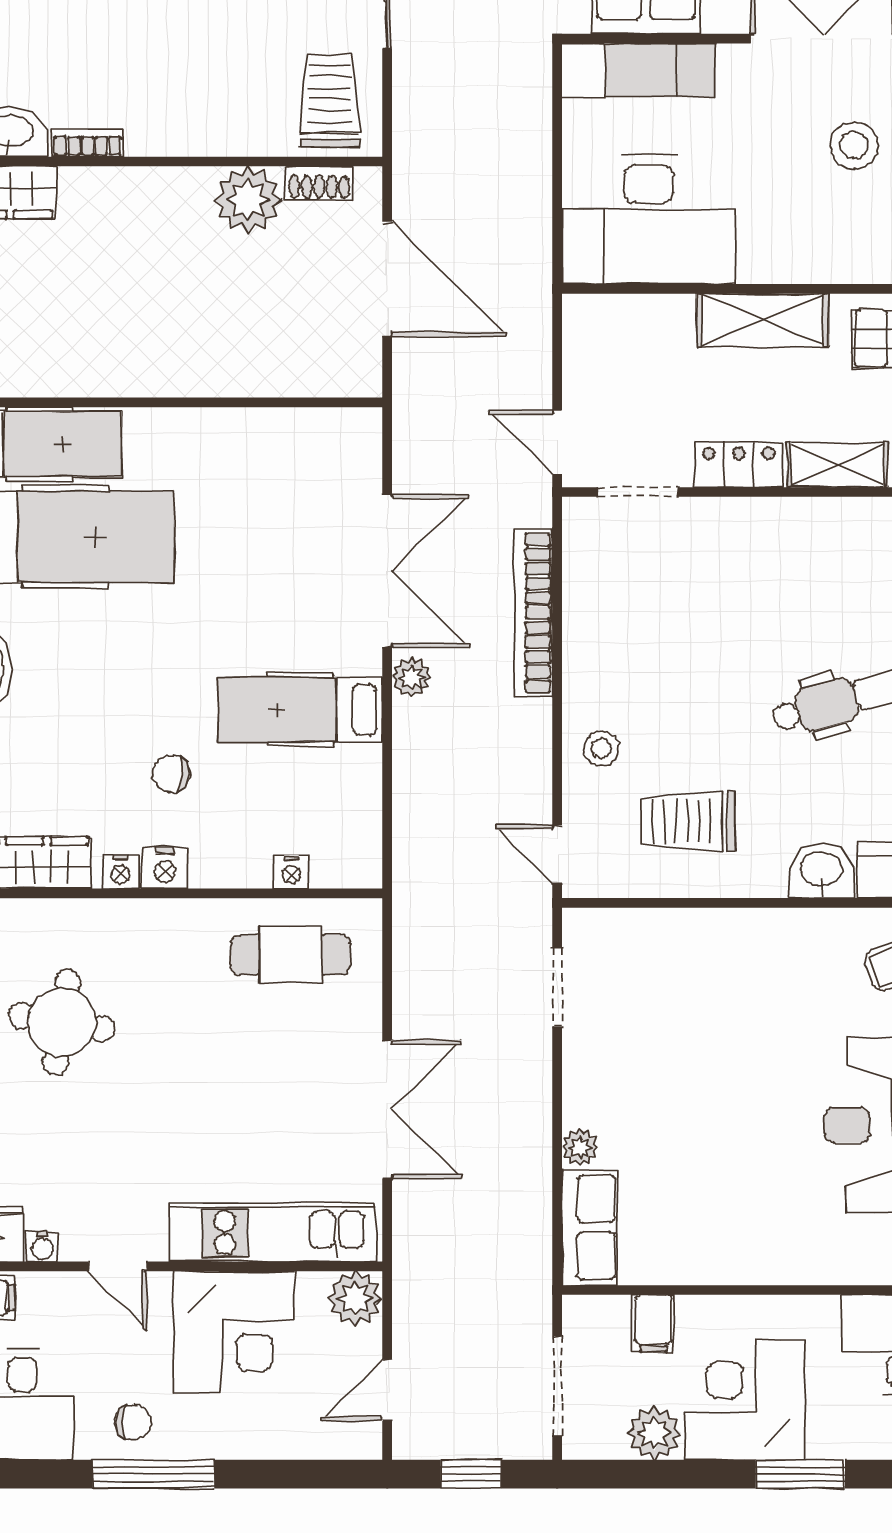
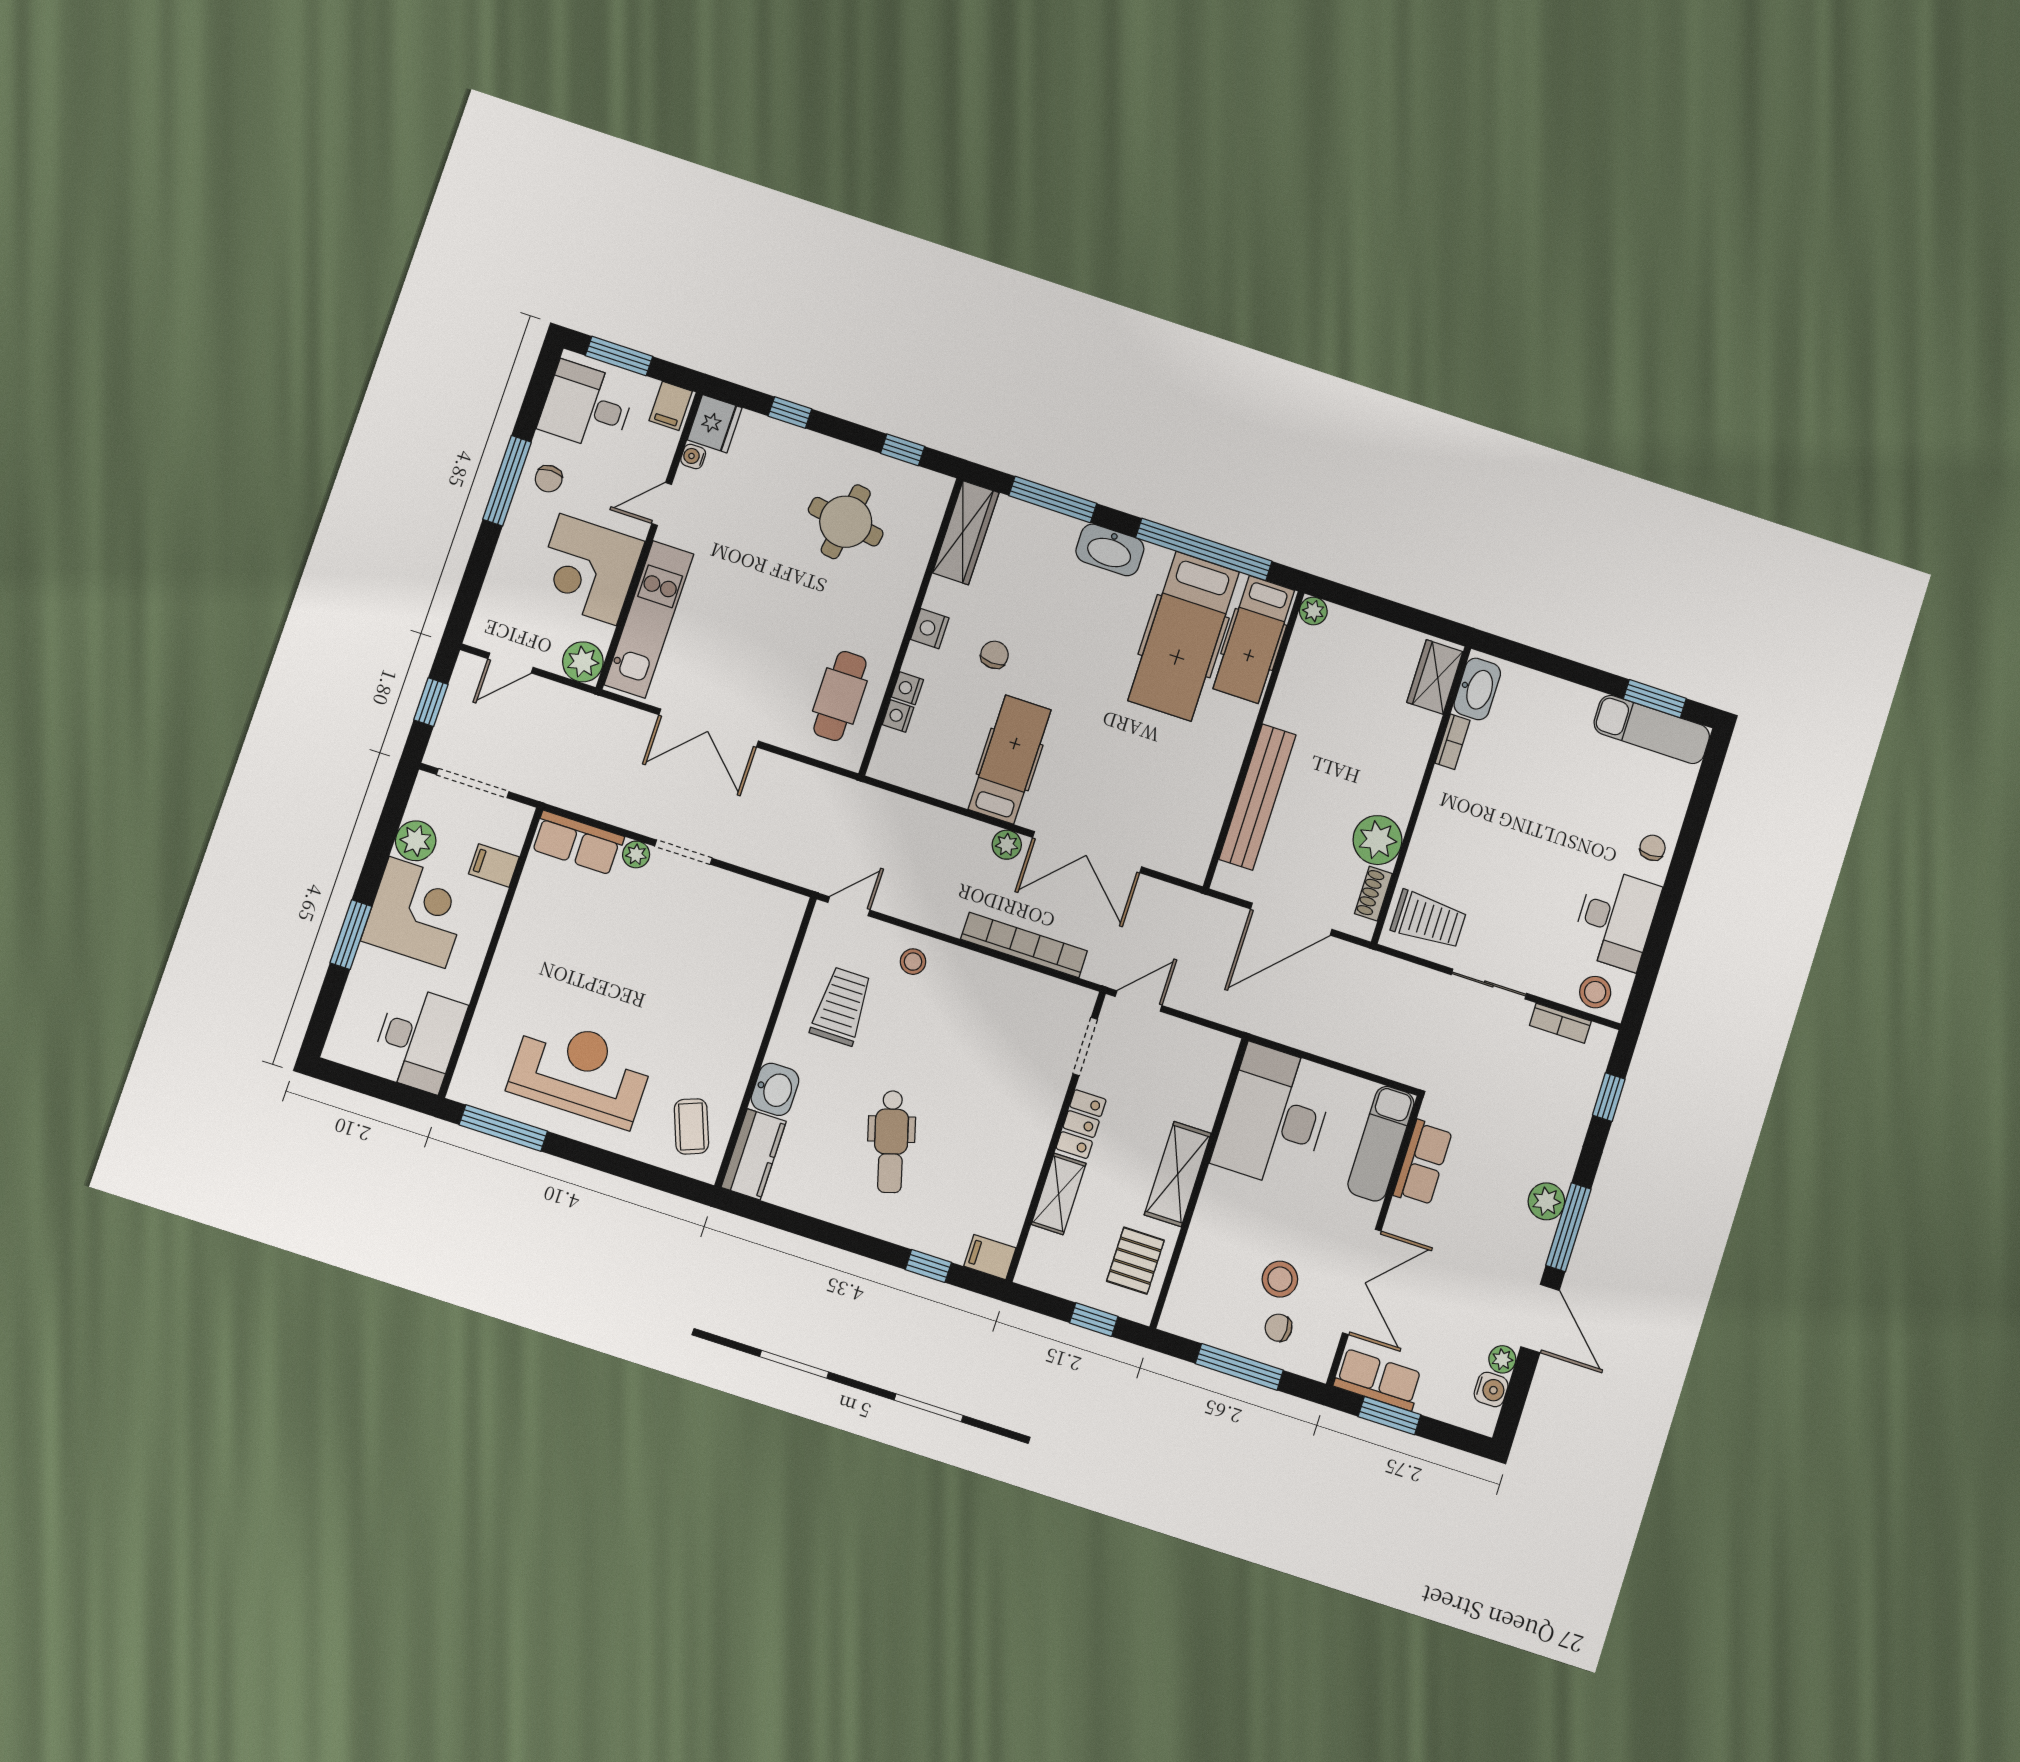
bench: (243, 373) -> (1257, 797), added
nightstand: (121, 872) -> (907, 688), moved
doorway: (557, 987) -> (683, 852), moved
door: (387, 1390) -> (511, 663), swing flipped

